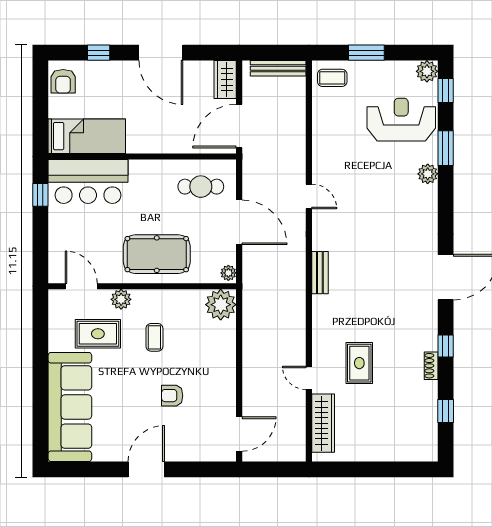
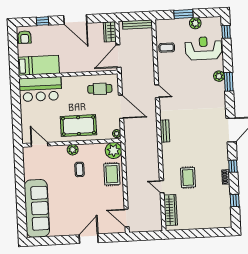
plant: (427, 71) -> (195, 23), moved
coffee table: (332, 78) -> (167, 48), moved
window: (446, 148) -> (229, 82), moved
window: (40, 195) -> (16, 97), removed
plant: (121, 299) -> (73, 150), moved
rug: (98, 334) -> (112, 174), moved, turned 90
armchair: (172, 396) -> (90, 200), removed
door: (239, 434) -> (127, 218), swing flipped
door: (146, 469) -> (89, 239), moved

